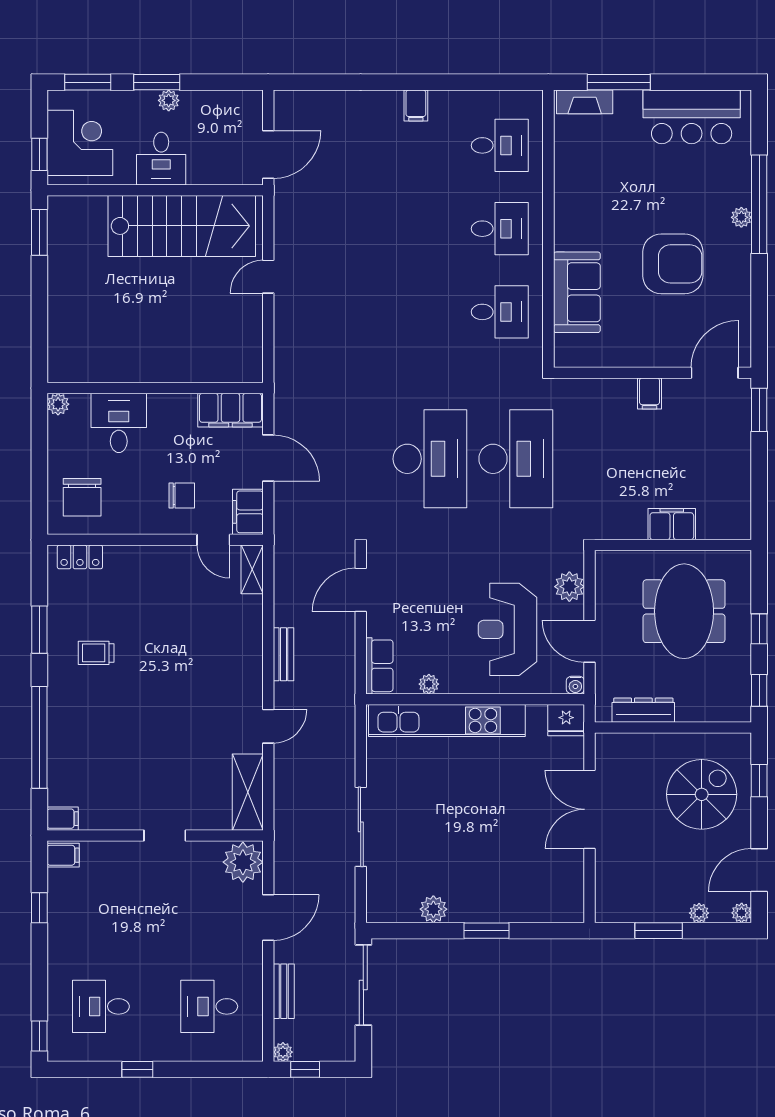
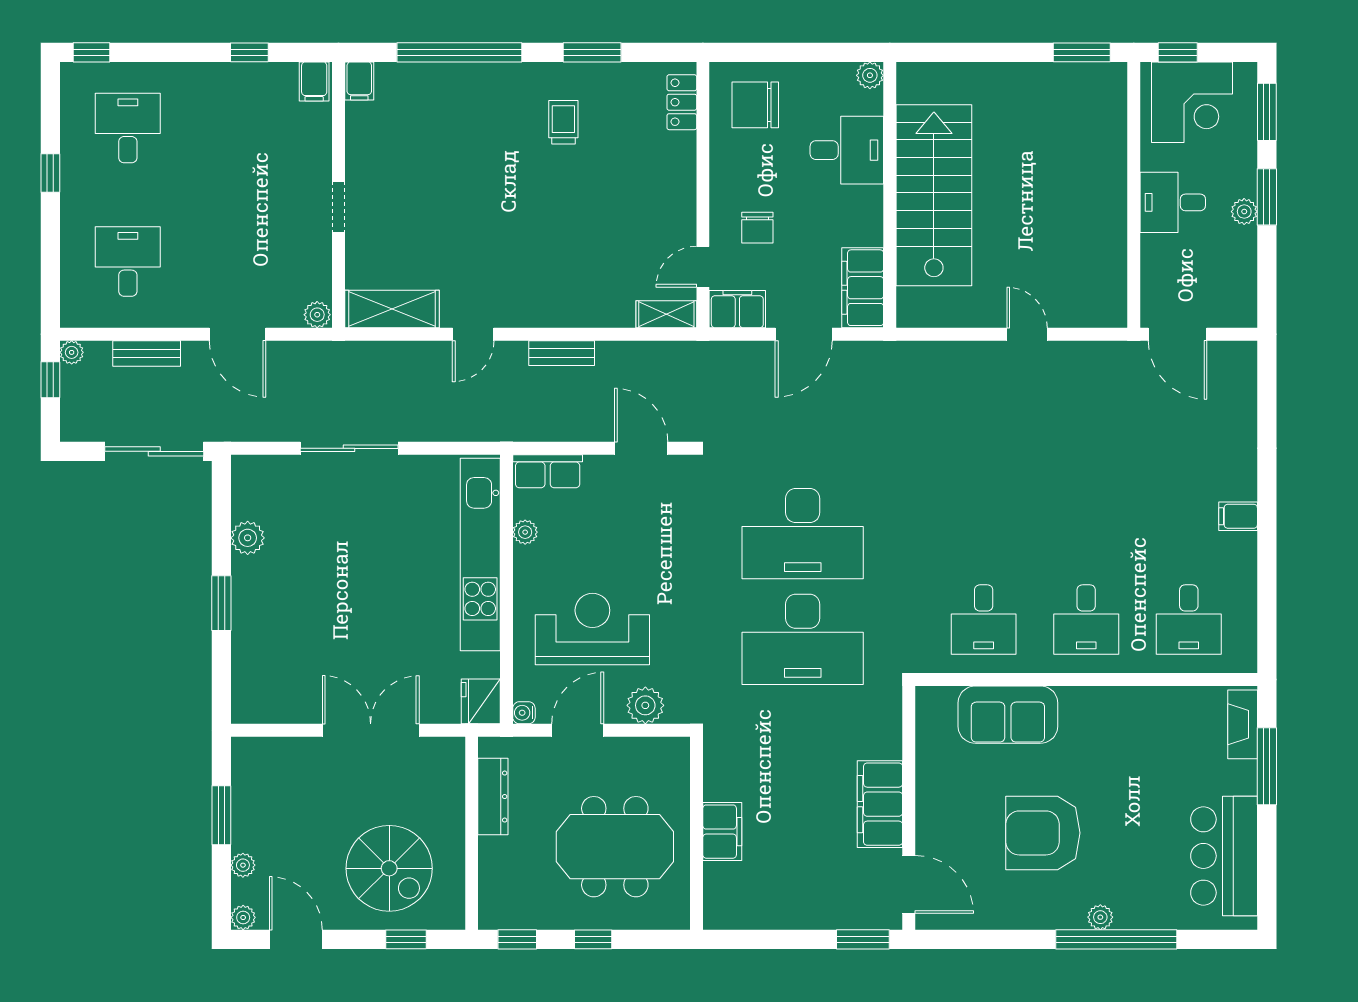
stairs: (182, 226) -> (934, 195), moved, turned 180
armchair: (673, 264) -> (1043, 833), turned 90
filing cabinet: (649, 394) -> (880, 804), width x3.00, depth x1.17
door: (268, 726) -> (473, 334), hinge flipped
plant: (243, 862) -> (317, 315), width x0.53, depth x0.53

